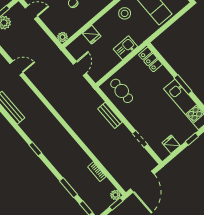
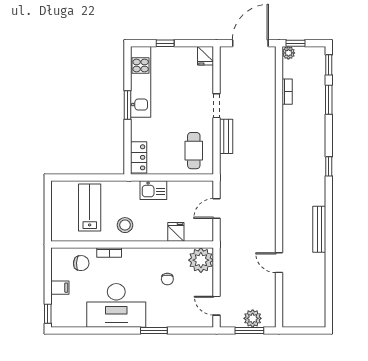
plant: (63, 37) -> (201, 260), width x1.88, depth x1.88
doorway: (140, 139) -> (216, 106), moved
fridge: (171, 144) -> (205, 56), moved

